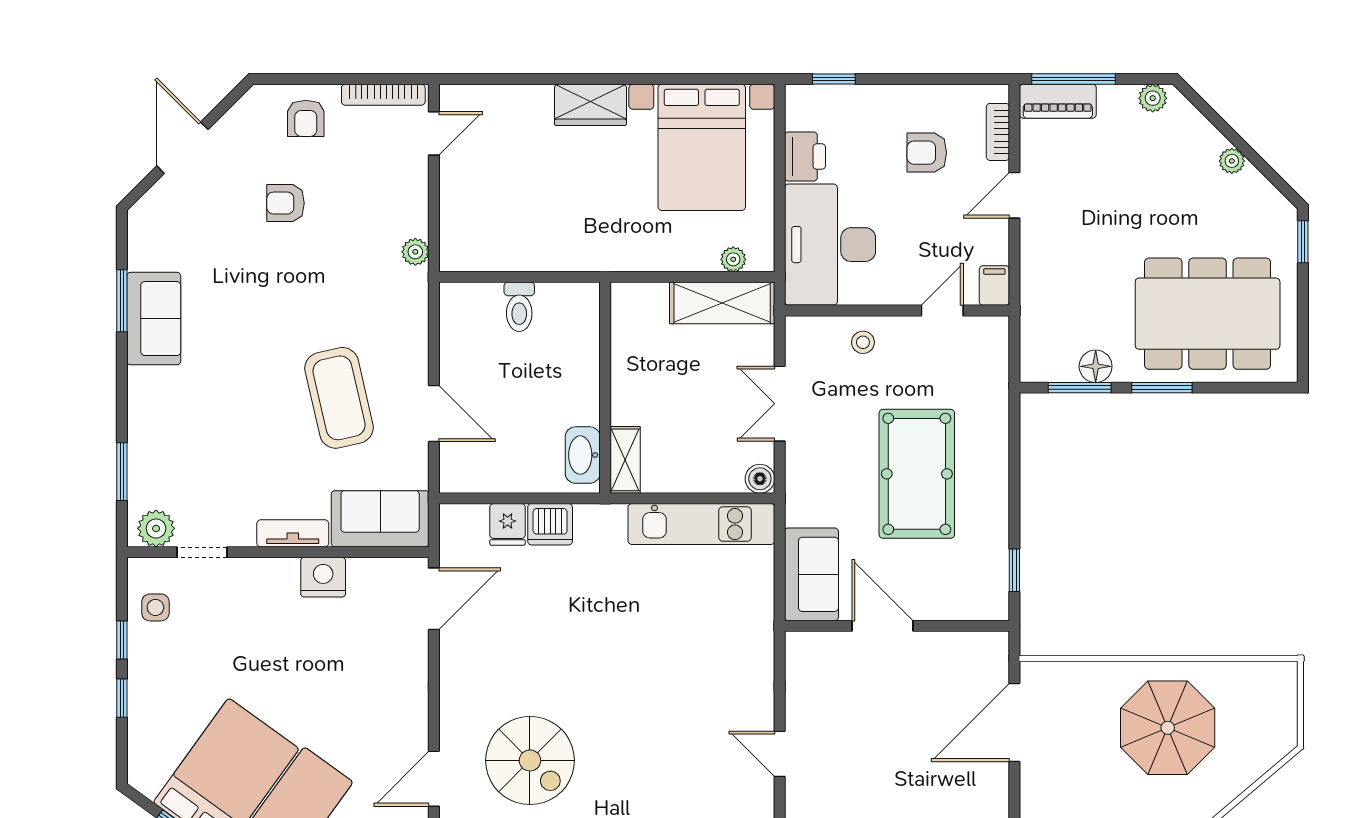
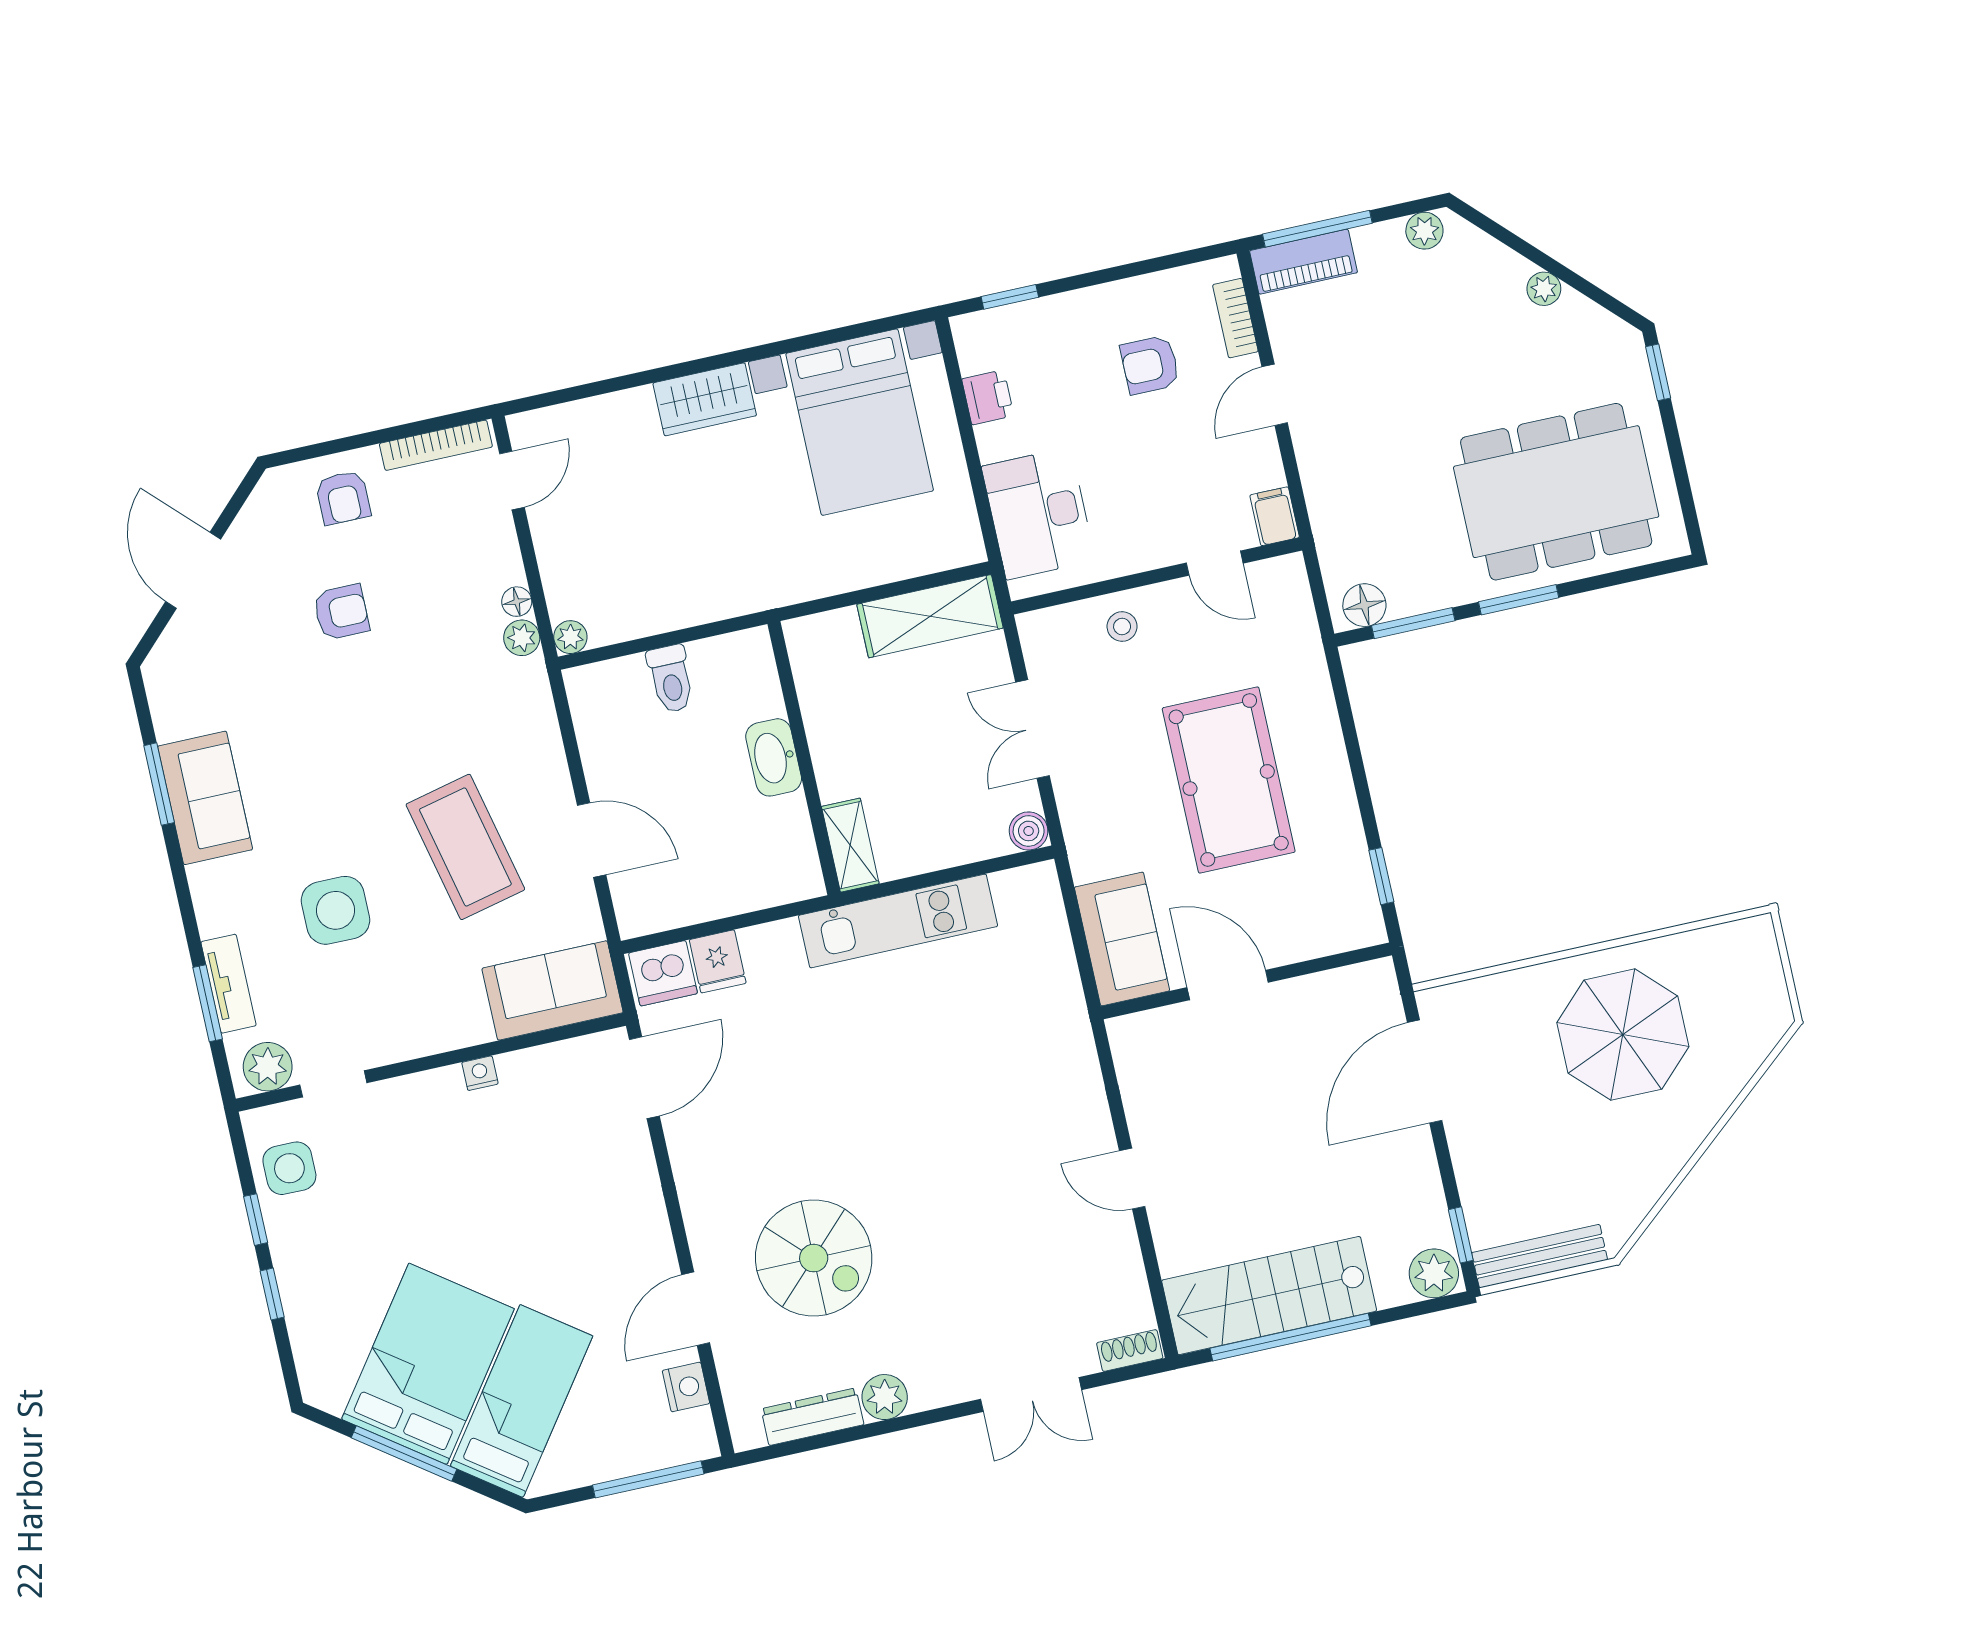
printer: (805, 157) -> (988, 397), width x0.73, depth x0.81
armchair: (286, 203) -> (341, 612), turned 180
floor lamp: (418, 224) -> (517, 602), added
desk: (830, 245) -> (1038, 513), width x0.73, depth x0.77
plant: (733, 259) -> (570, 637), moved
door: (942, 310) -> (1215, 563), swing flipped
floor lamp: (1096, 366) -> (1364, 605), moved
side table: (232, 424) -> (335, 910), added
washbasin: (583, 455) -> (774, 757), moved
dishwasher: (550, 524) -> (663, 973), moved
kitchen unit: (701, 524) -> (898, 921), moved
tv unit: (293, 533) -> (229, 984), moved, turned 90
nightstand: (323, 577) -> (480, 1073), width x0.53, depth x0.56
side table: (155, 607) -> (289, 1168), width x1.37, depth x1.37

